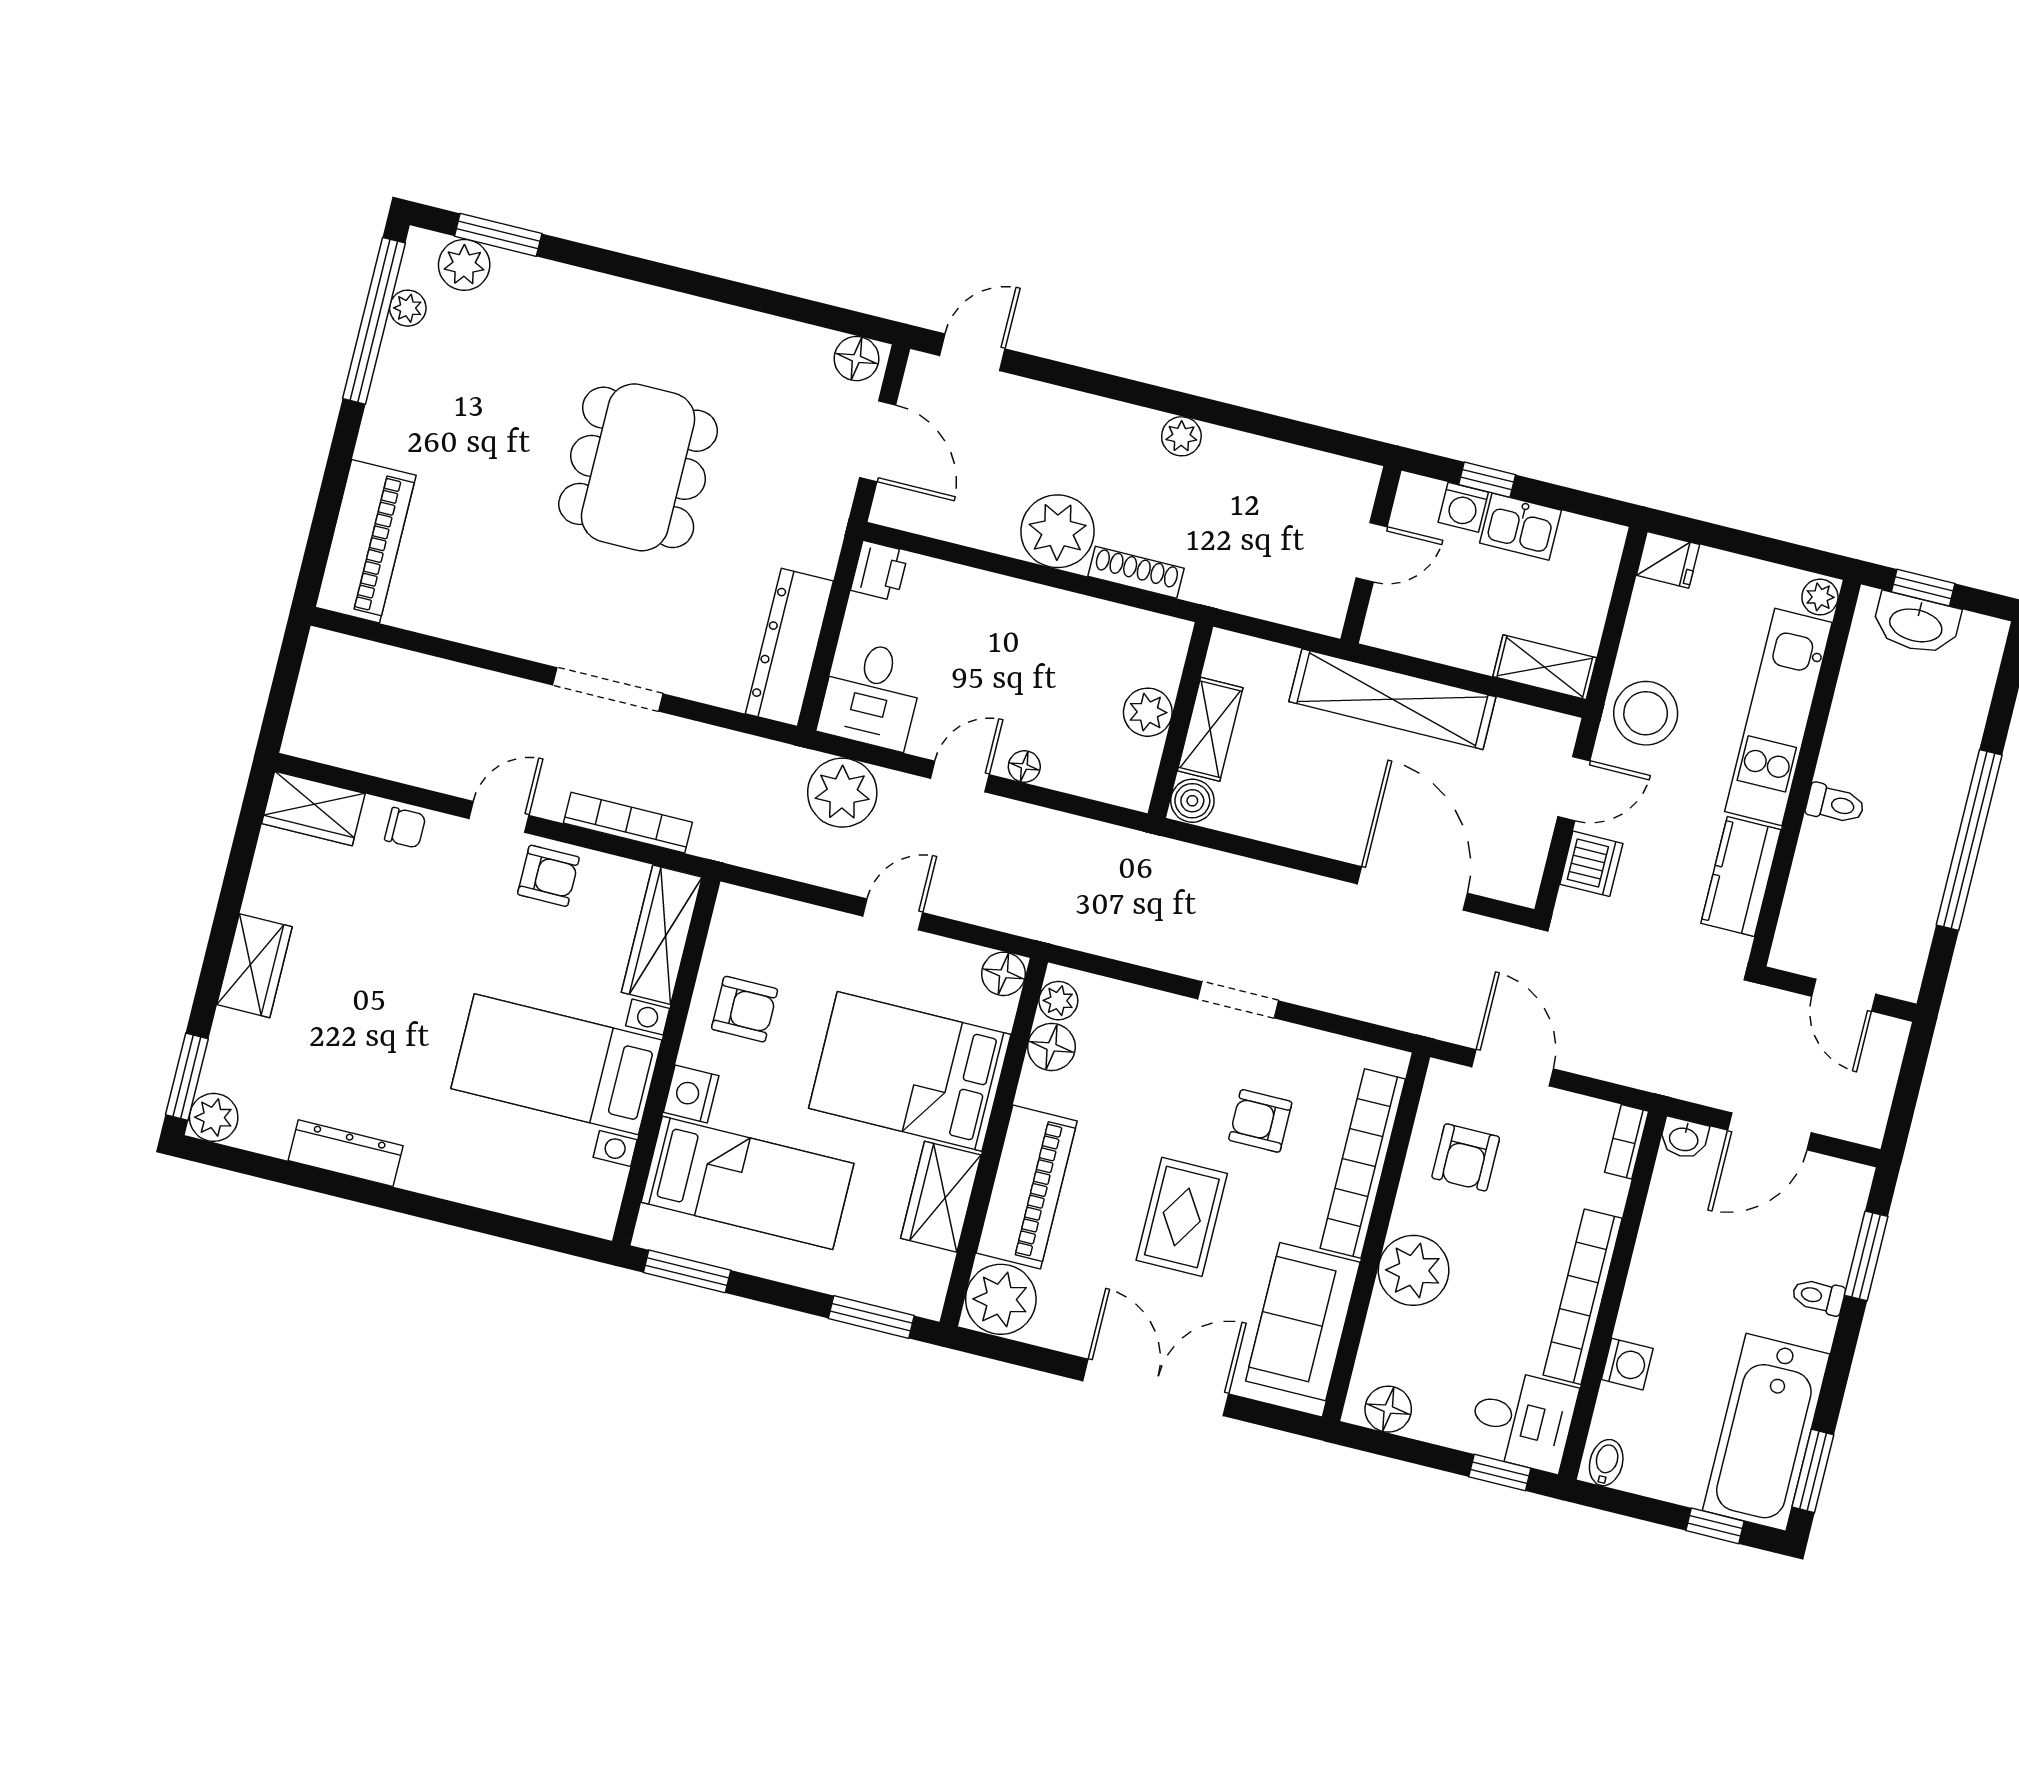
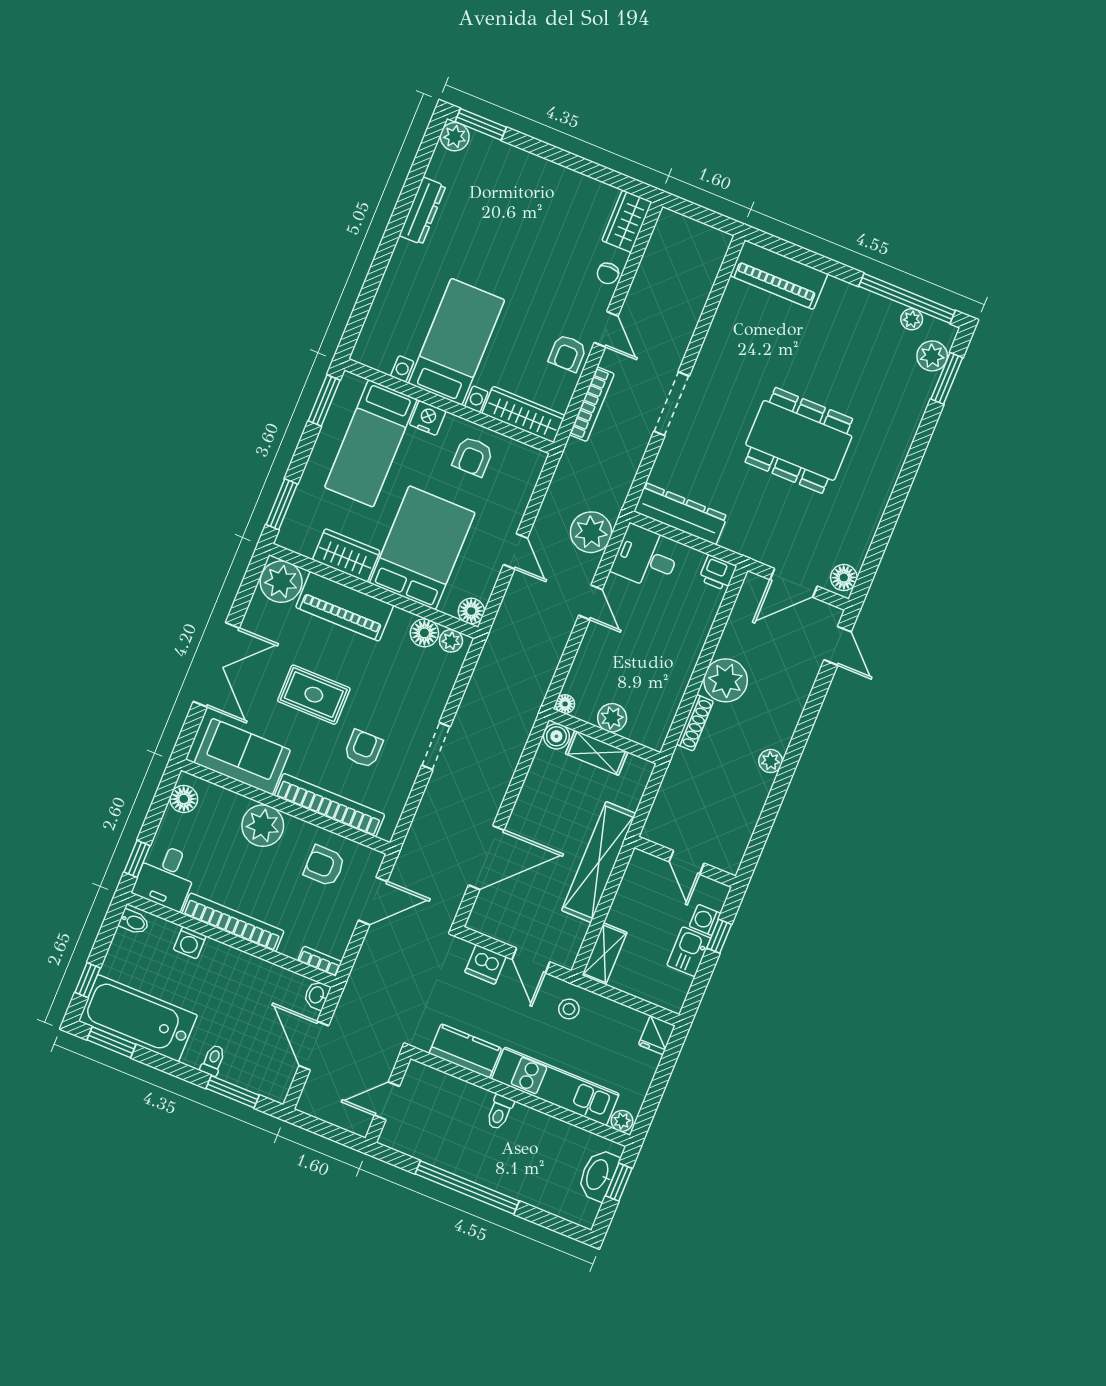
stool: (1646, 713) -> (569, 1009), width x0.53, depth x0.53
floor lamp: (1024, 766) -> (565, 704), moved
wardrobe: (254, 966) -> (540, 173), removed

